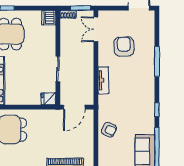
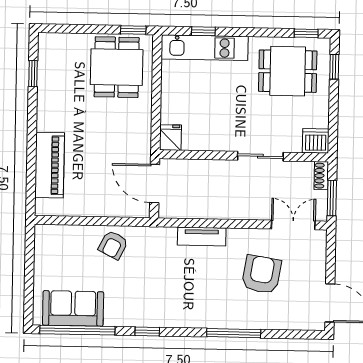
armchair: (124, 47) -> (261, 274), turned -78
sliding door: (58, 69) -> (260, 156), moved

